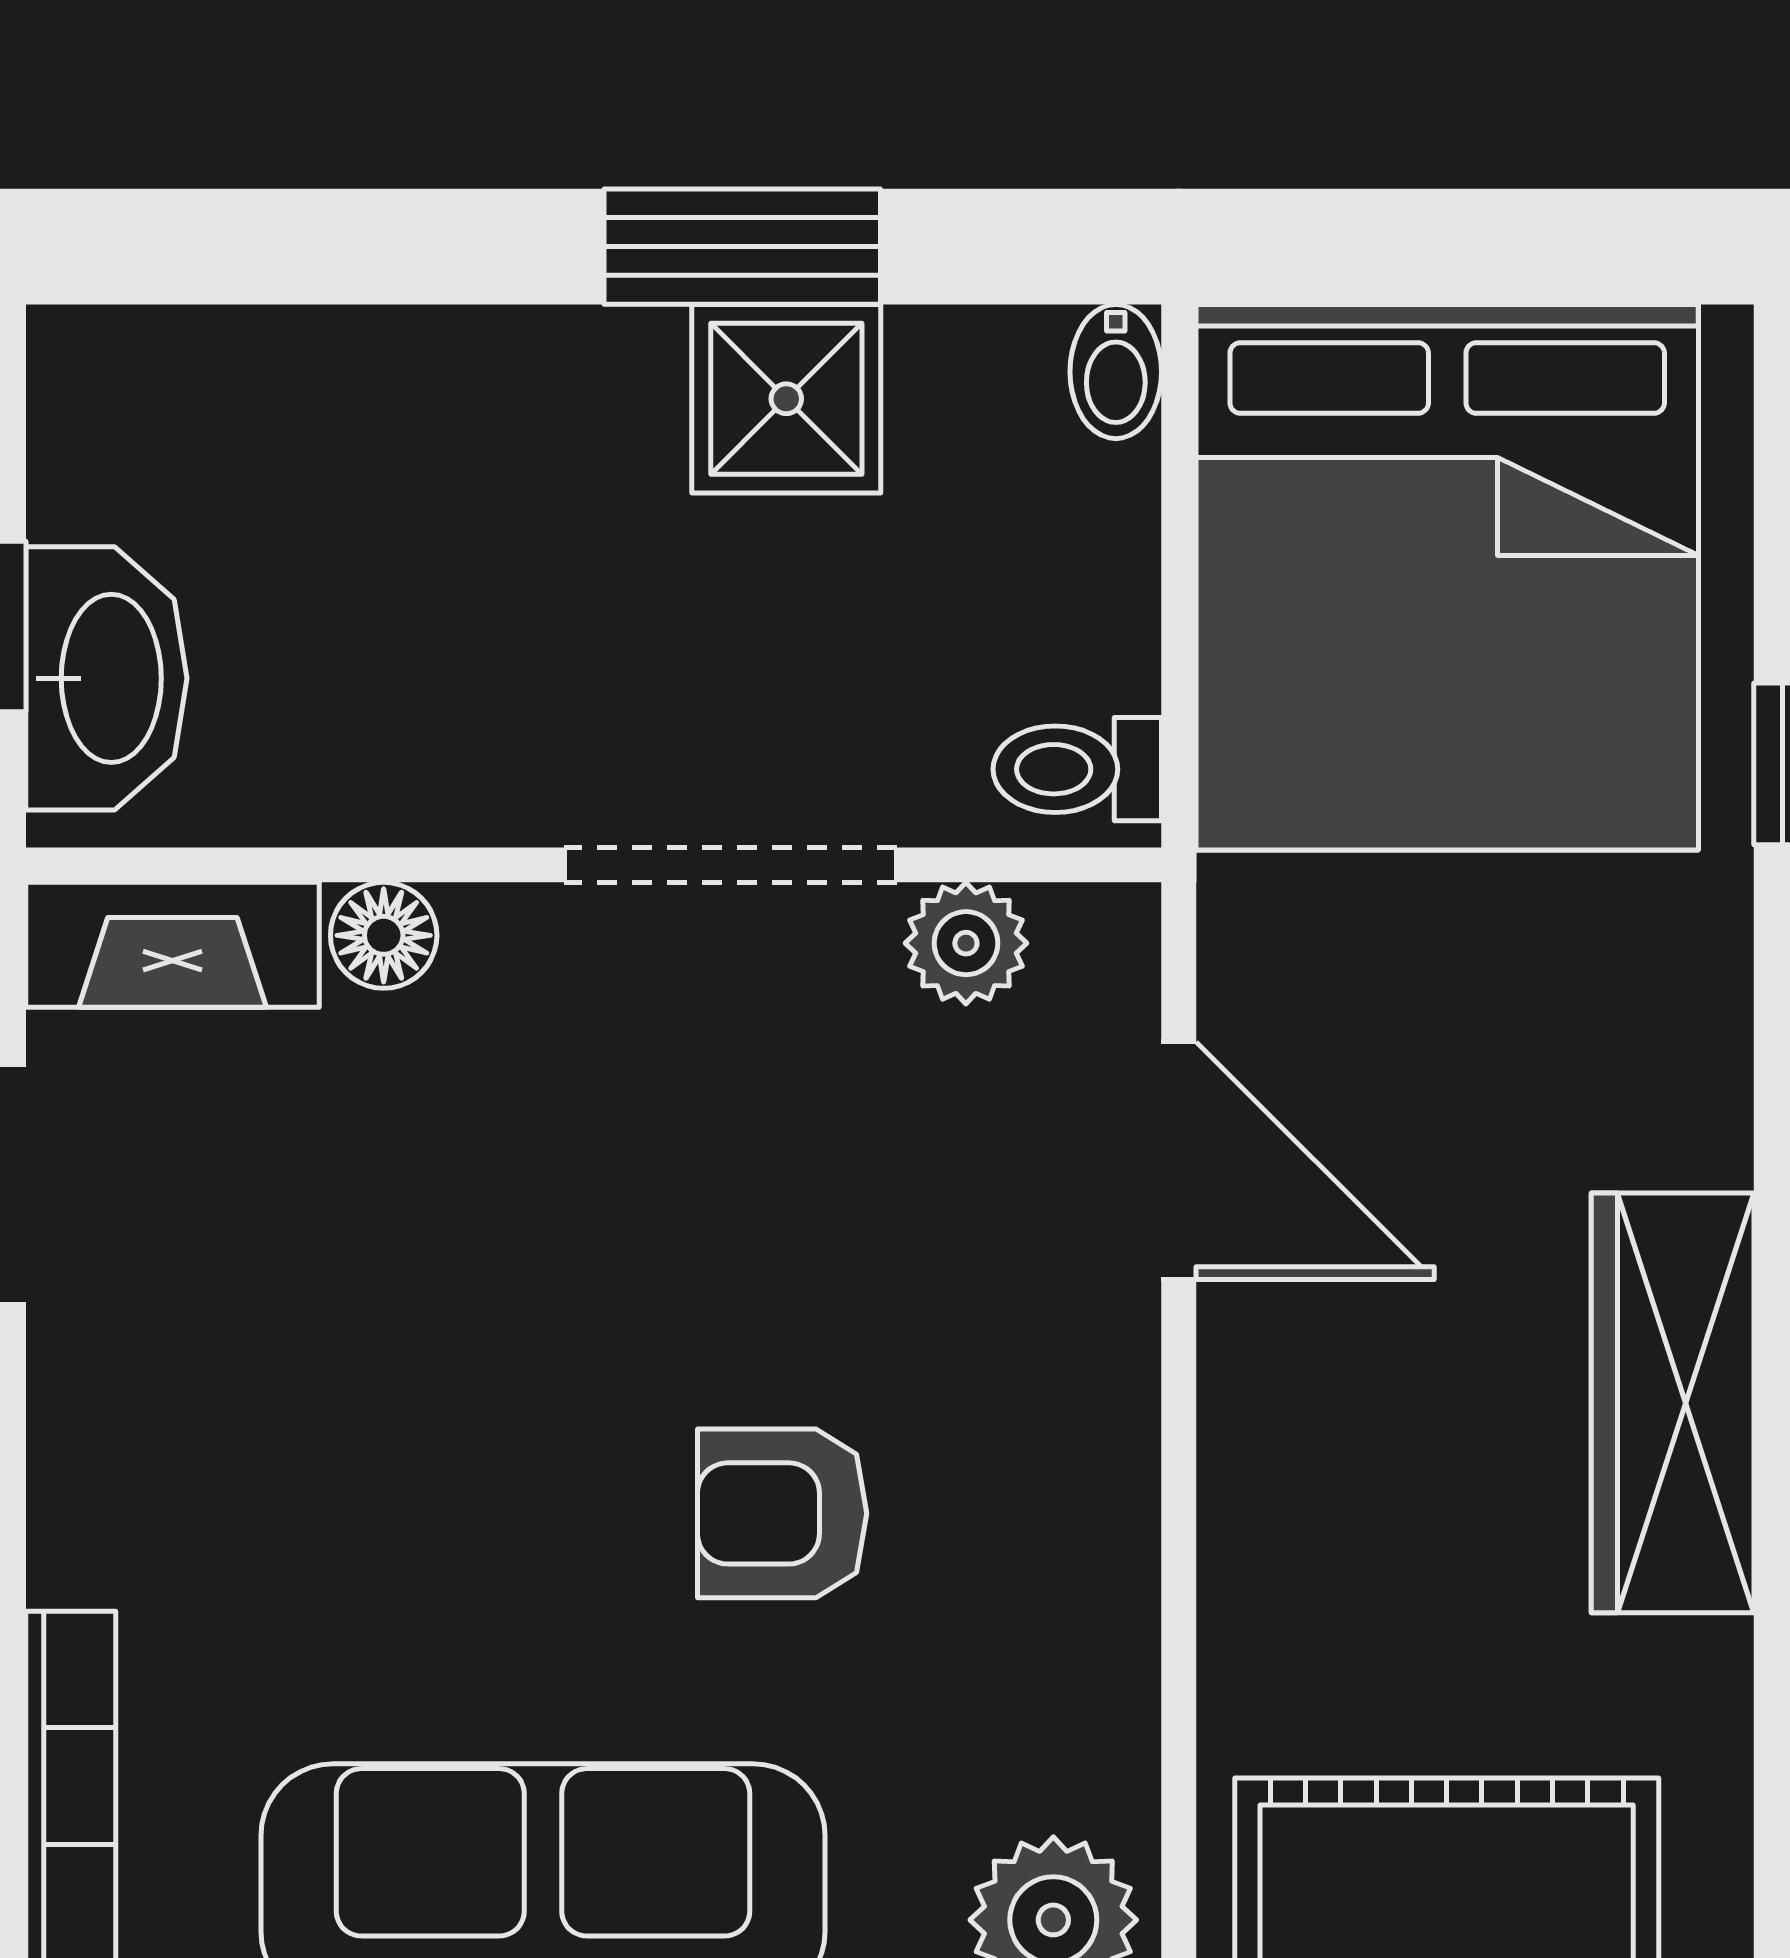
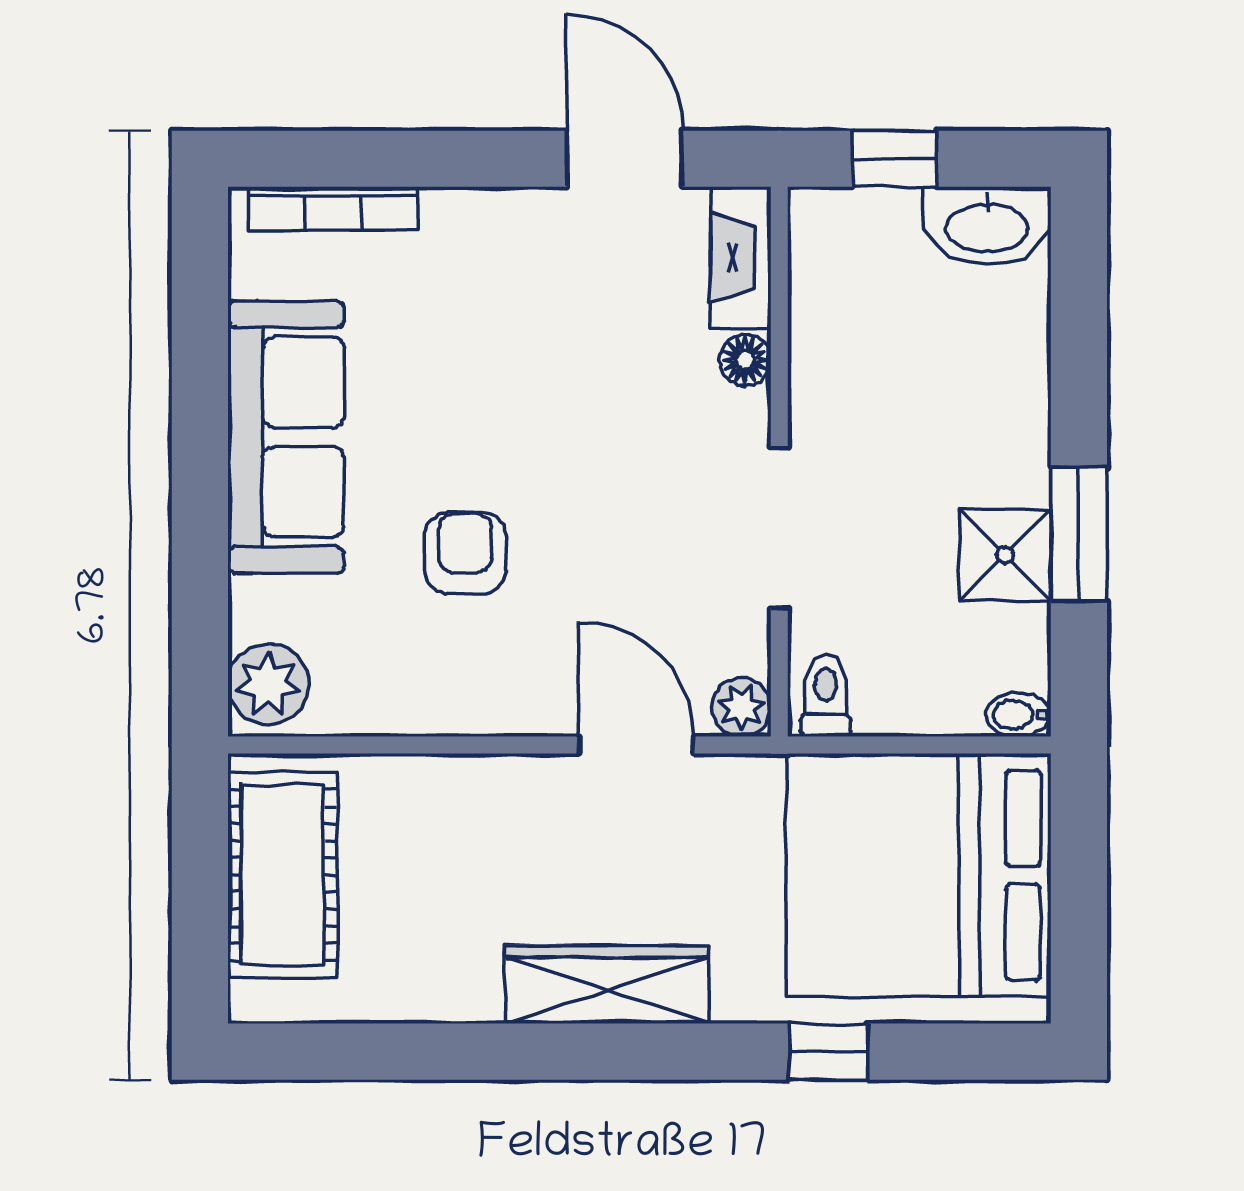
washbasin: (106, 678) -> (987, 226), moved
plant: (966, 943) -> (741, 707), moved
door: (1179, 1161) -> (636, 745), swing flipped
wardrobe: (1673, 1403) -> (607, 984), moved

